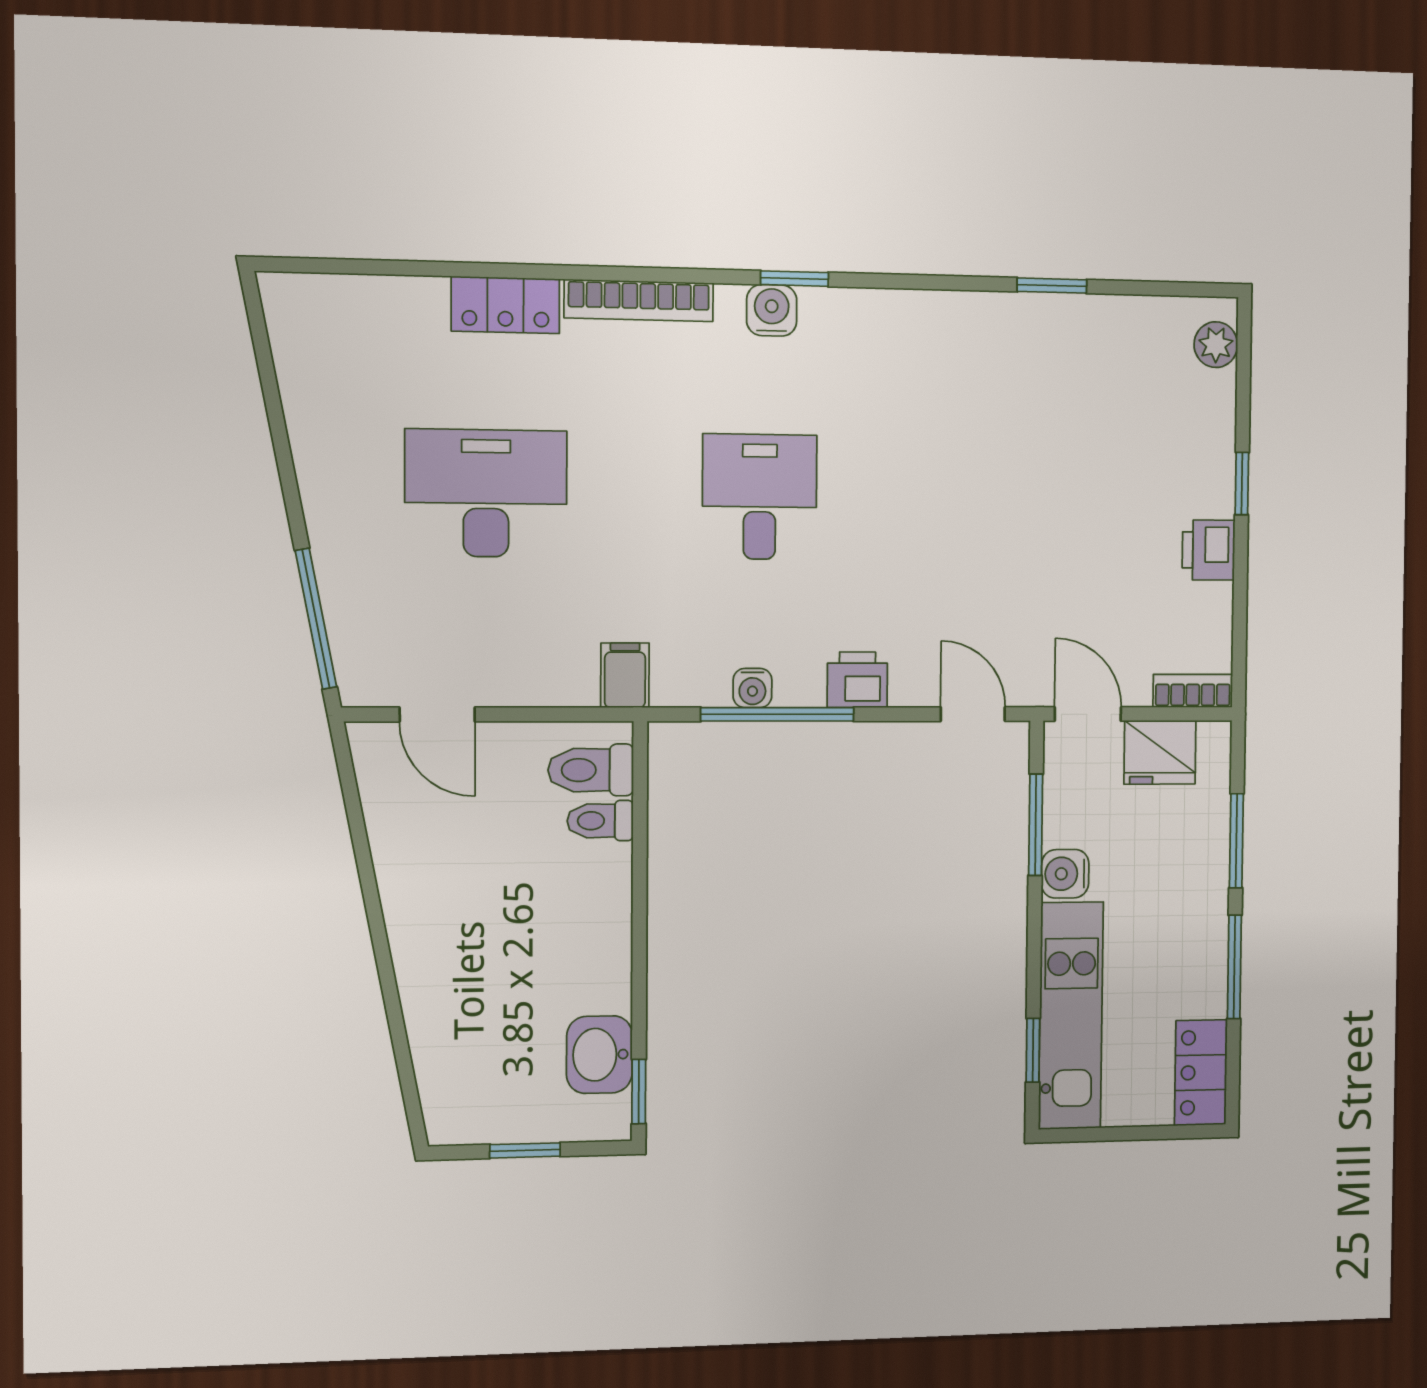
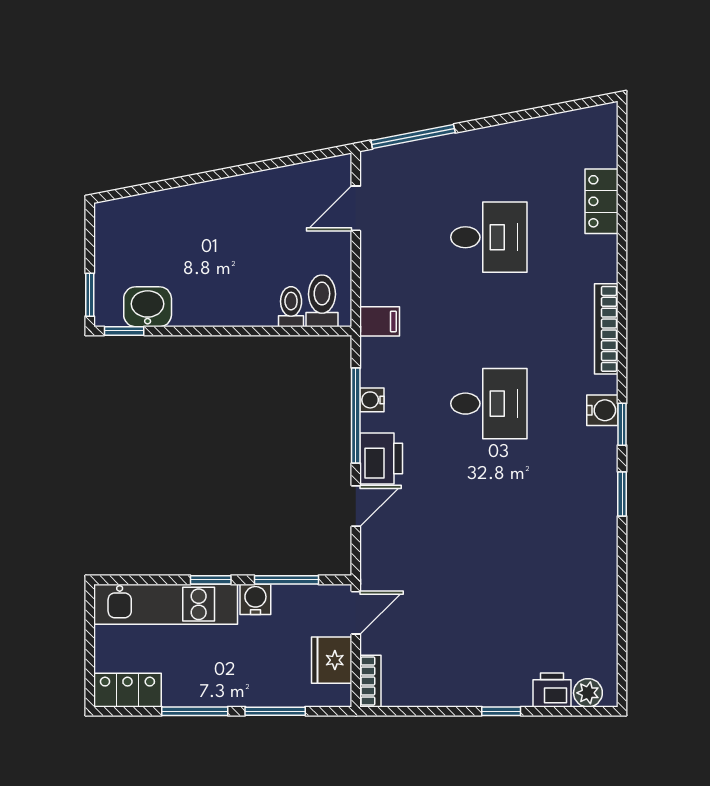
window: (1052, 286) -> (622, 494), moved
locker: (506, 305) -> (602, 201), moved
desk: (486, 493) -> (489, 237), width x0.73
printer: (1208, 550) -> (552, 690), moved
printer: (857, 680) -> (381, 459), width x1.36, depth x1.24
door: (973, 714) -> (356, 506), moved
window: (1033, 1050) -> (211, 580), moved
window: (525, 1150) -> (90, 295), moved

